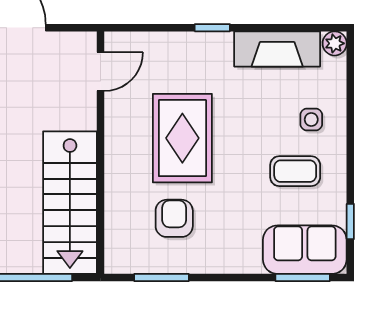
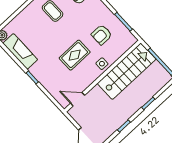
side table: (311, 119) -> (102, 64), moved
rug: (182, 138) -> (75, 55), width x0.73, depth x0.70

